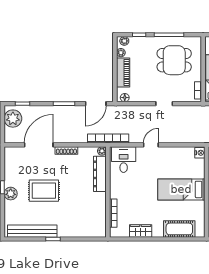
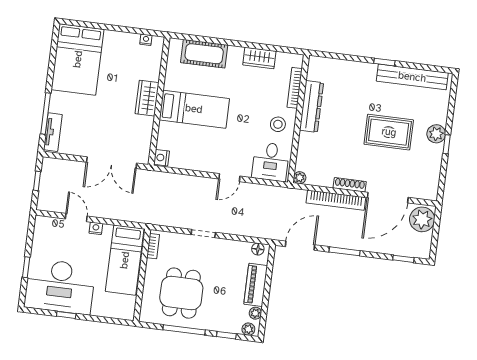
dining table: (174, 60) -> (181, 293), turned 90
plant: (13, 119) -> (422, 219), moved
bookcase: (108, 139) -> (336, 200), moved
dresser: (100, 174) -> (311, 106), moved
stool: (122, 186) -> (278, 124), added

